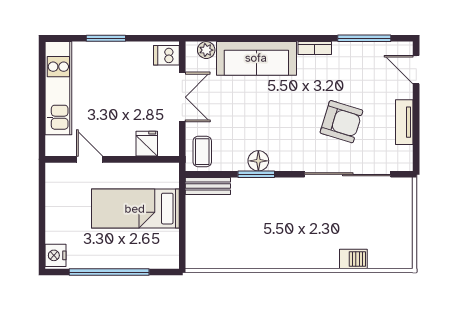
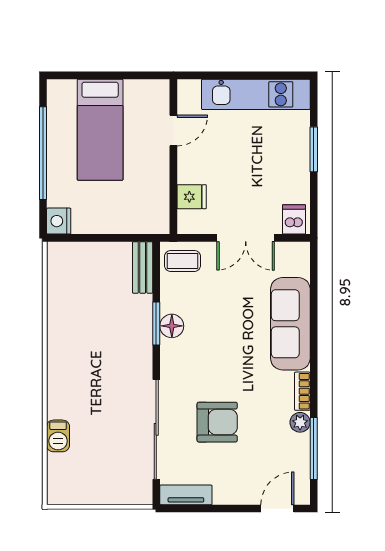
plant: (206, 50) -> (300, 422), moved
armchair: (341, 122) -> (217, 422), turned -107
tv unit: (404, 122) -> (186, 495), moved
bed: (135, 209) -> (100, 130), moved, turned 180
nightstand: (56, 255) -> (59, 221), moved, turned -90

